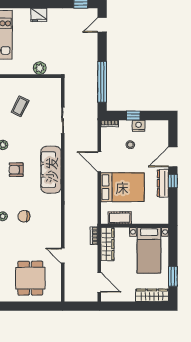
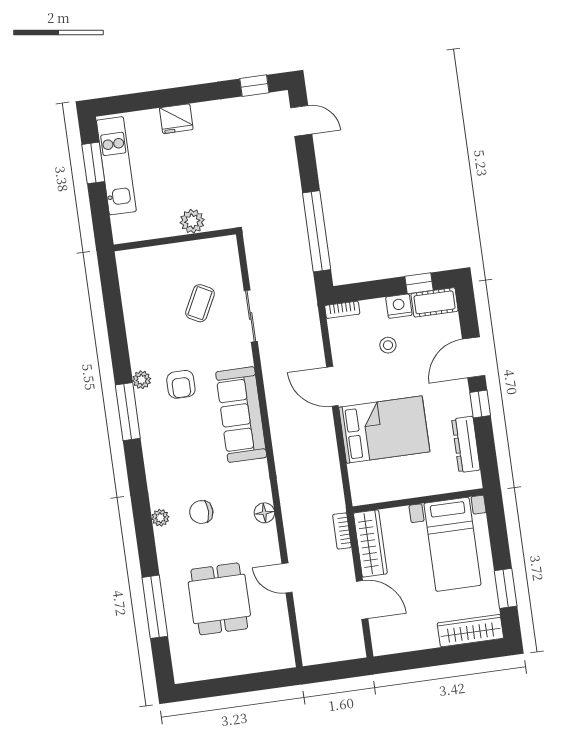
door: (102, 25) -> (301, 121), swing flipped
coffee table: (20, 106) -> (200, 303), moved
window: (133, 116) -> (419, 283), moved
armchair: (16, 170) -> (181, 384), moved, turned -90
dresser: (163, 183) -> (466, 444), moved
cot: (120, 218) -> (435, 302), moved
floor lamp: (56, 221) -> (264, 513), added
dining table: (30, 278) -> (219, 599), moved
door: (99, 282) -> (362, 600), moved

